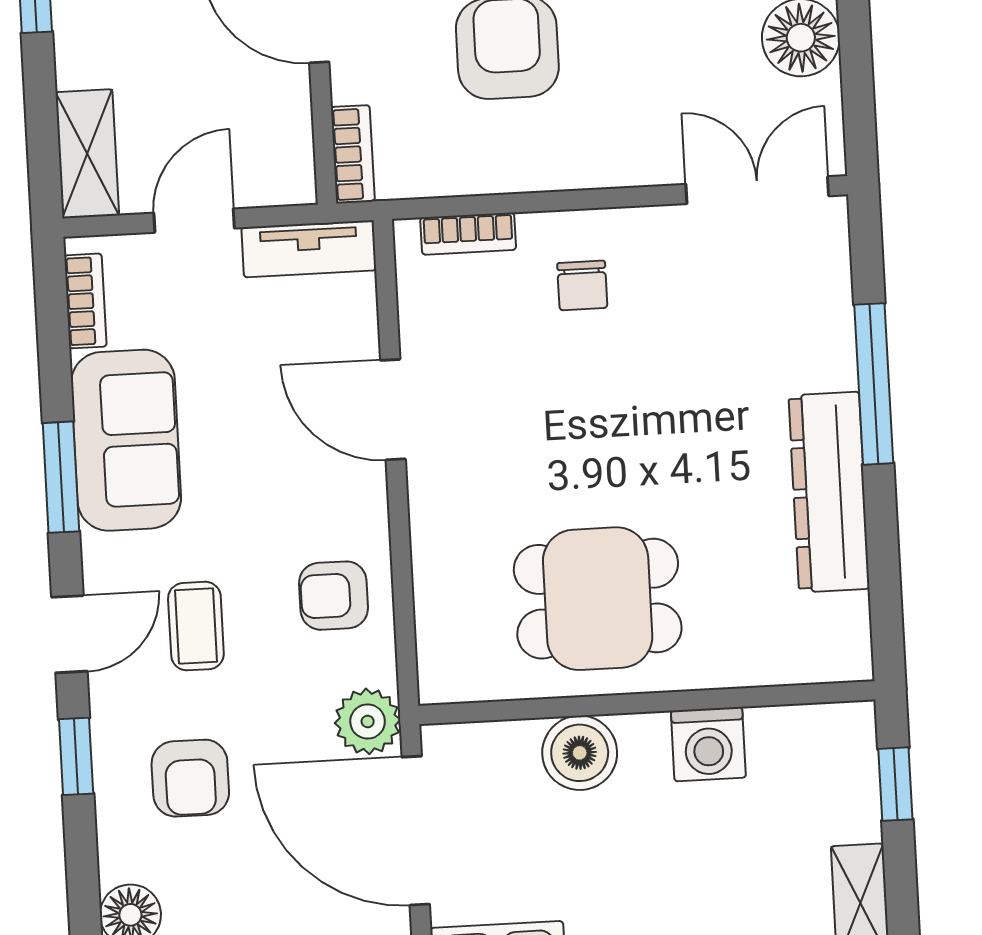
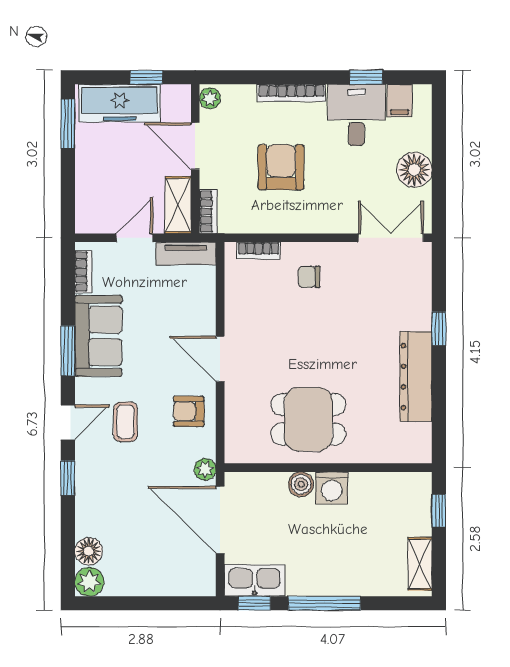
shelving: (87, 154) -> (178, 205), moved
chair: (582, 285) -> (309, 277), turned 90
window: (874, 384) -> (439, 329), width x0.46
door: (393, 410) -> (220, 359), moved
plant: (368, 721) -> (205, 469), width x0.73, depth x0.73
washing machine: (708, 744) -> (332, 488), moved
boiler: (580, 753) -> (301, 484), width x0.73, depth x0.73
armchair: (190, 778) -> (119, 491), removed

